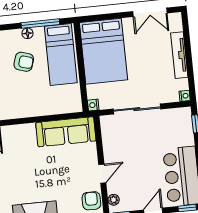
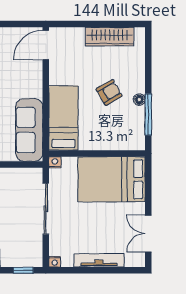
bed: (61, 54) -> (63, 118), moved, turned 90
armchair: (24, 62) -> (109, 92), turned -137

